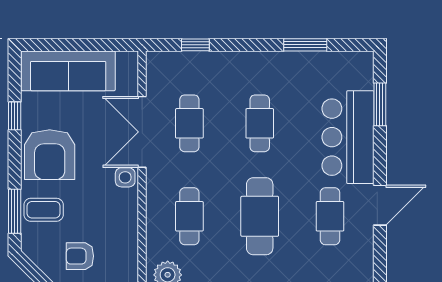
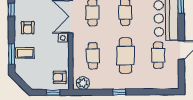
armchair: (50, 155) -> (28, 28), width x0.53, depth x0.53
armchair: (80, 256) -> (60, 77), moved

